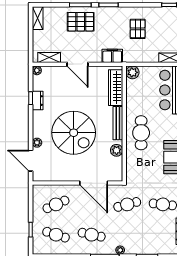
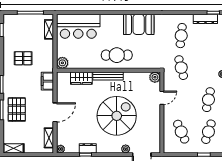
wardrobe: (116, 88) -> (81, 78), width x0.67
plant: (117, 150) -> (155, 77), moved
door: (94, 183) -> (162, 98), width x0.53

